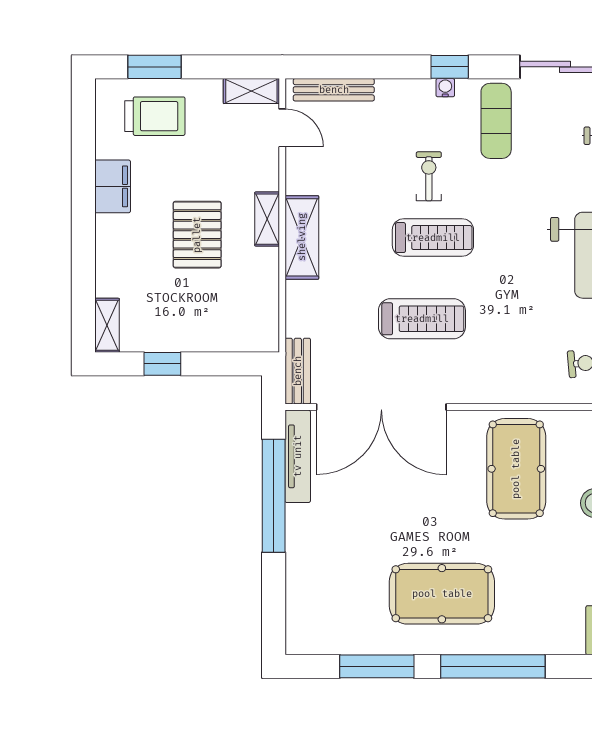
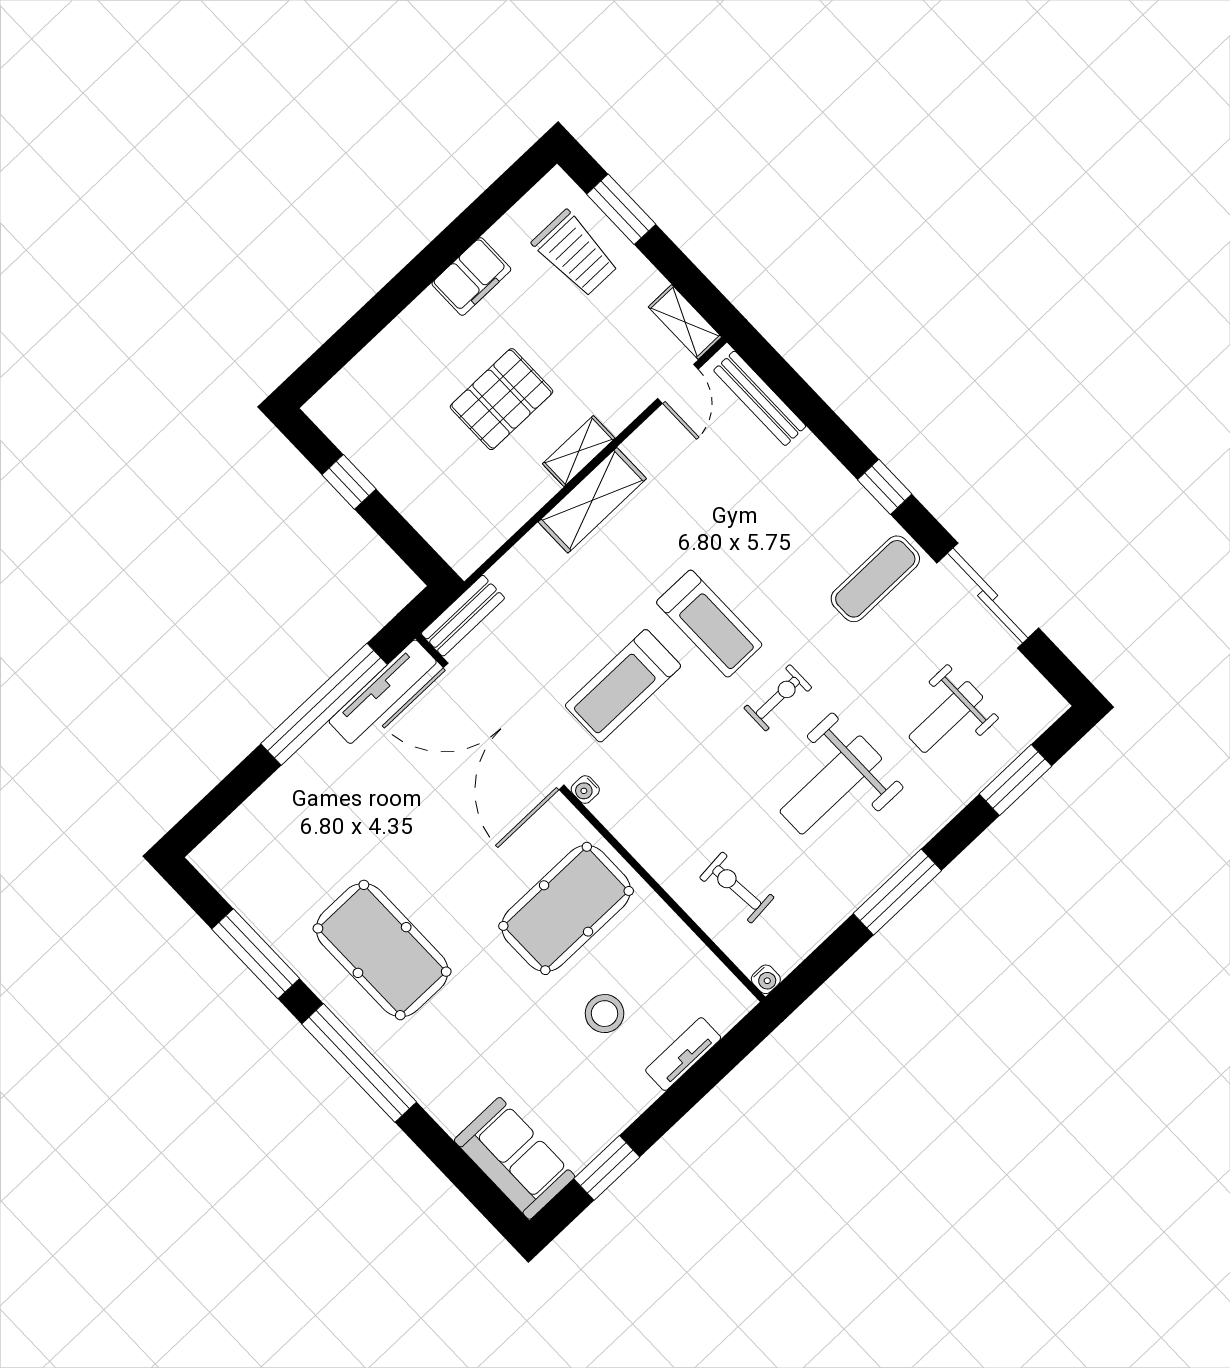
water cooler: (445, 88) -> (585, 790), moved, turned 180
exercise bike: (429, 176) -> (778, 698), moved
treadmill: (422, 319) -> (623, 686), turned 90
shelving: (107, 325) -> (336, 395), removed

